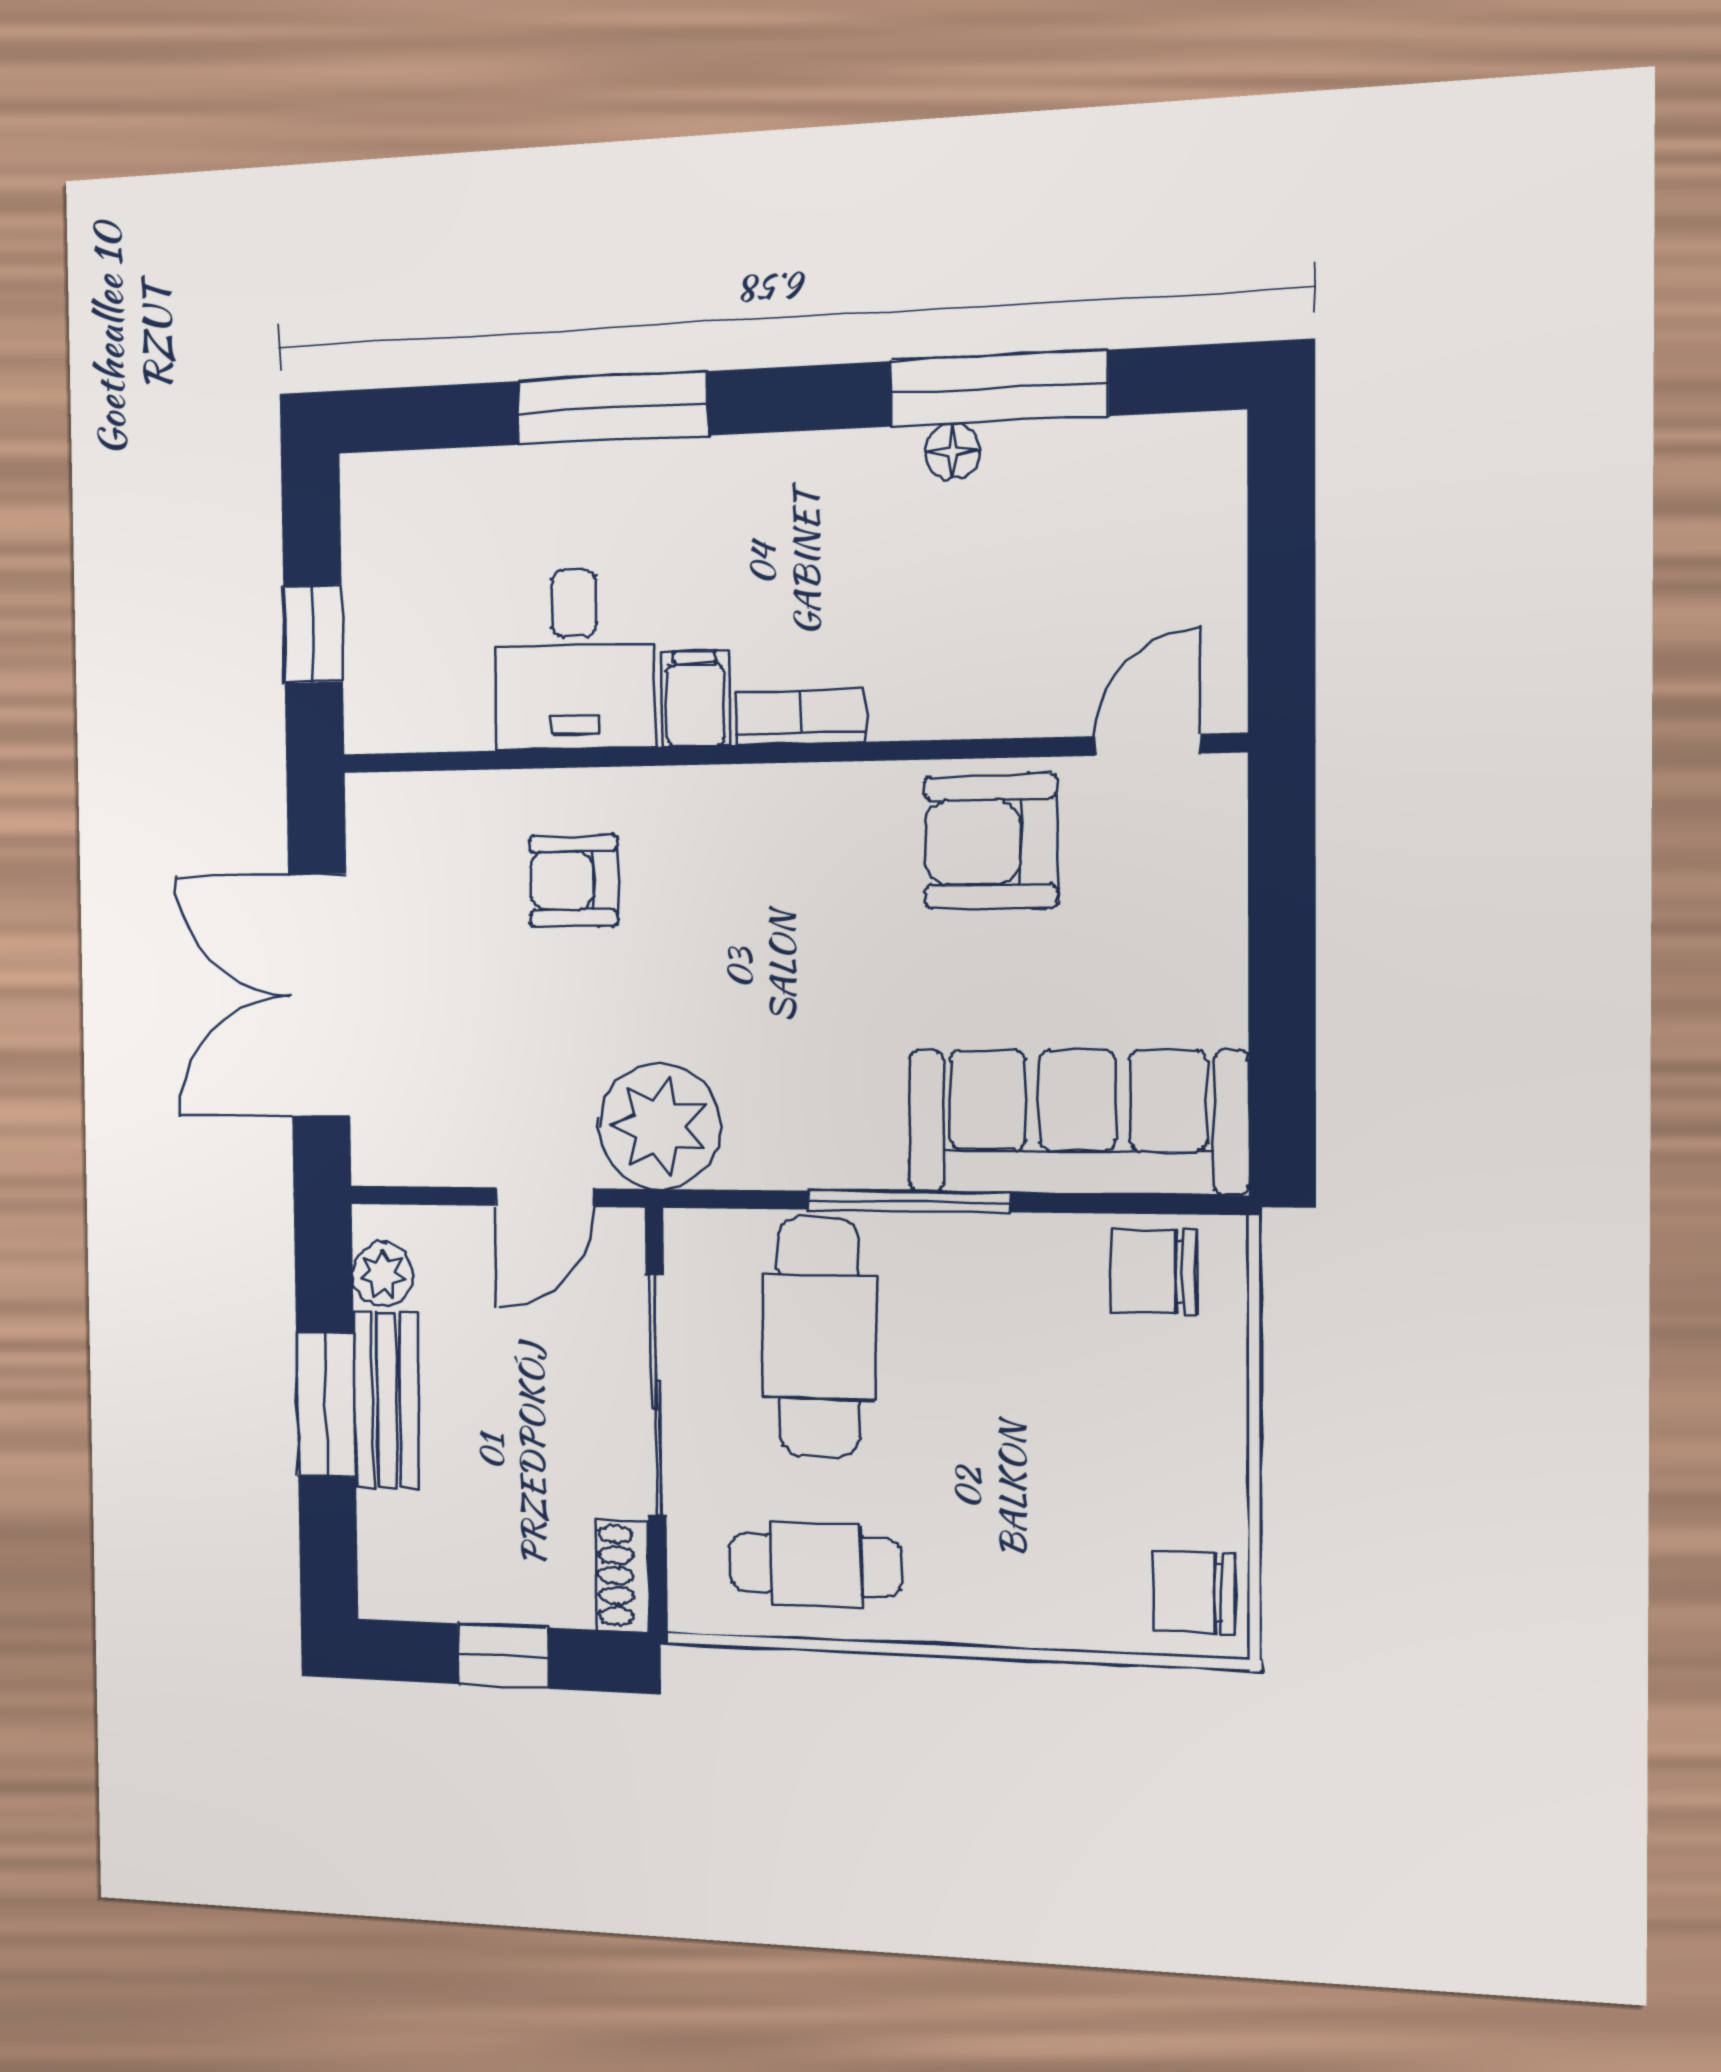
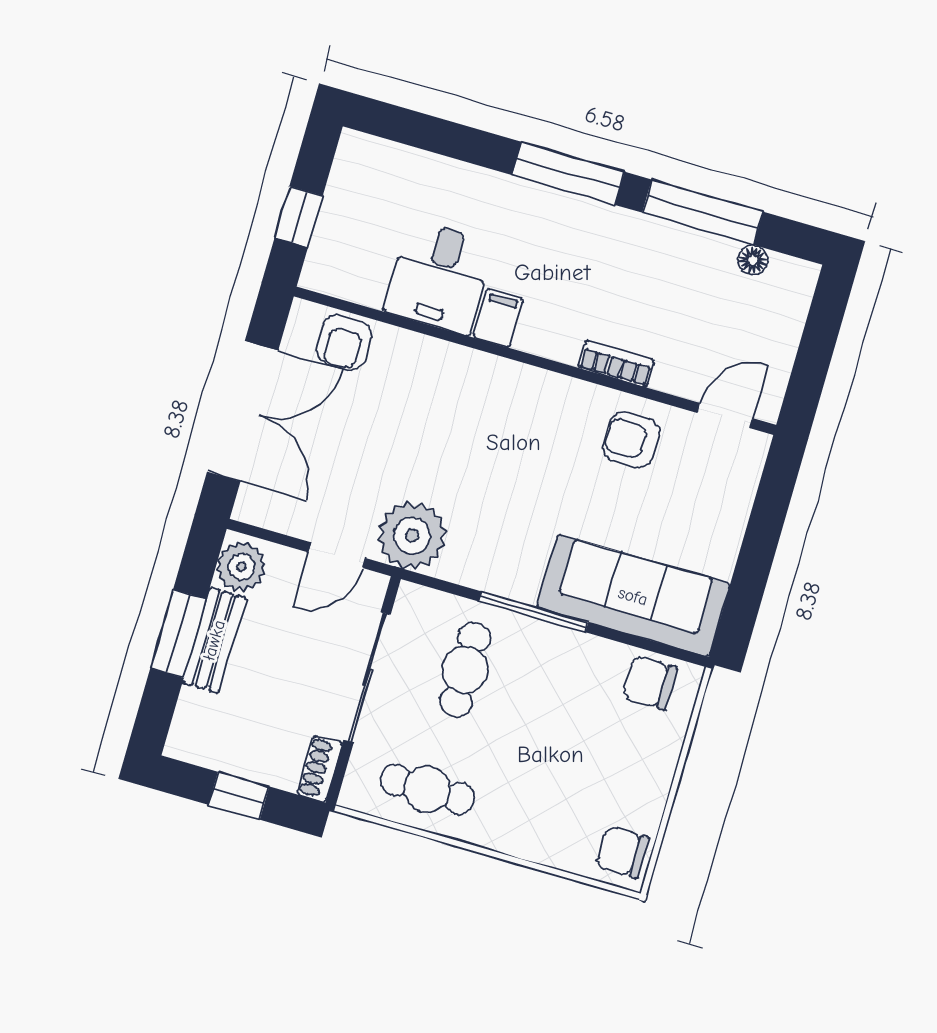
window: (612, 408) -> (568, 173), moved
floor lamp: (952, 452) -> (753, 260), moved
bookcase: (801, 717) -> (616, 364), moved
armchair: (991, 842) -> (631, 440), width x0.72, depth x0.72
armchair: (573, 881) -> (344, 342), moved, turned -90
double door: (319, 995) -> (243, 411), swing flipped
plant: (383, 1274) -> (241, 567), width x1.38, depth x1.38
cafe table: (819, 1337) -> (465, 670), width x0.73, depth x0.74

